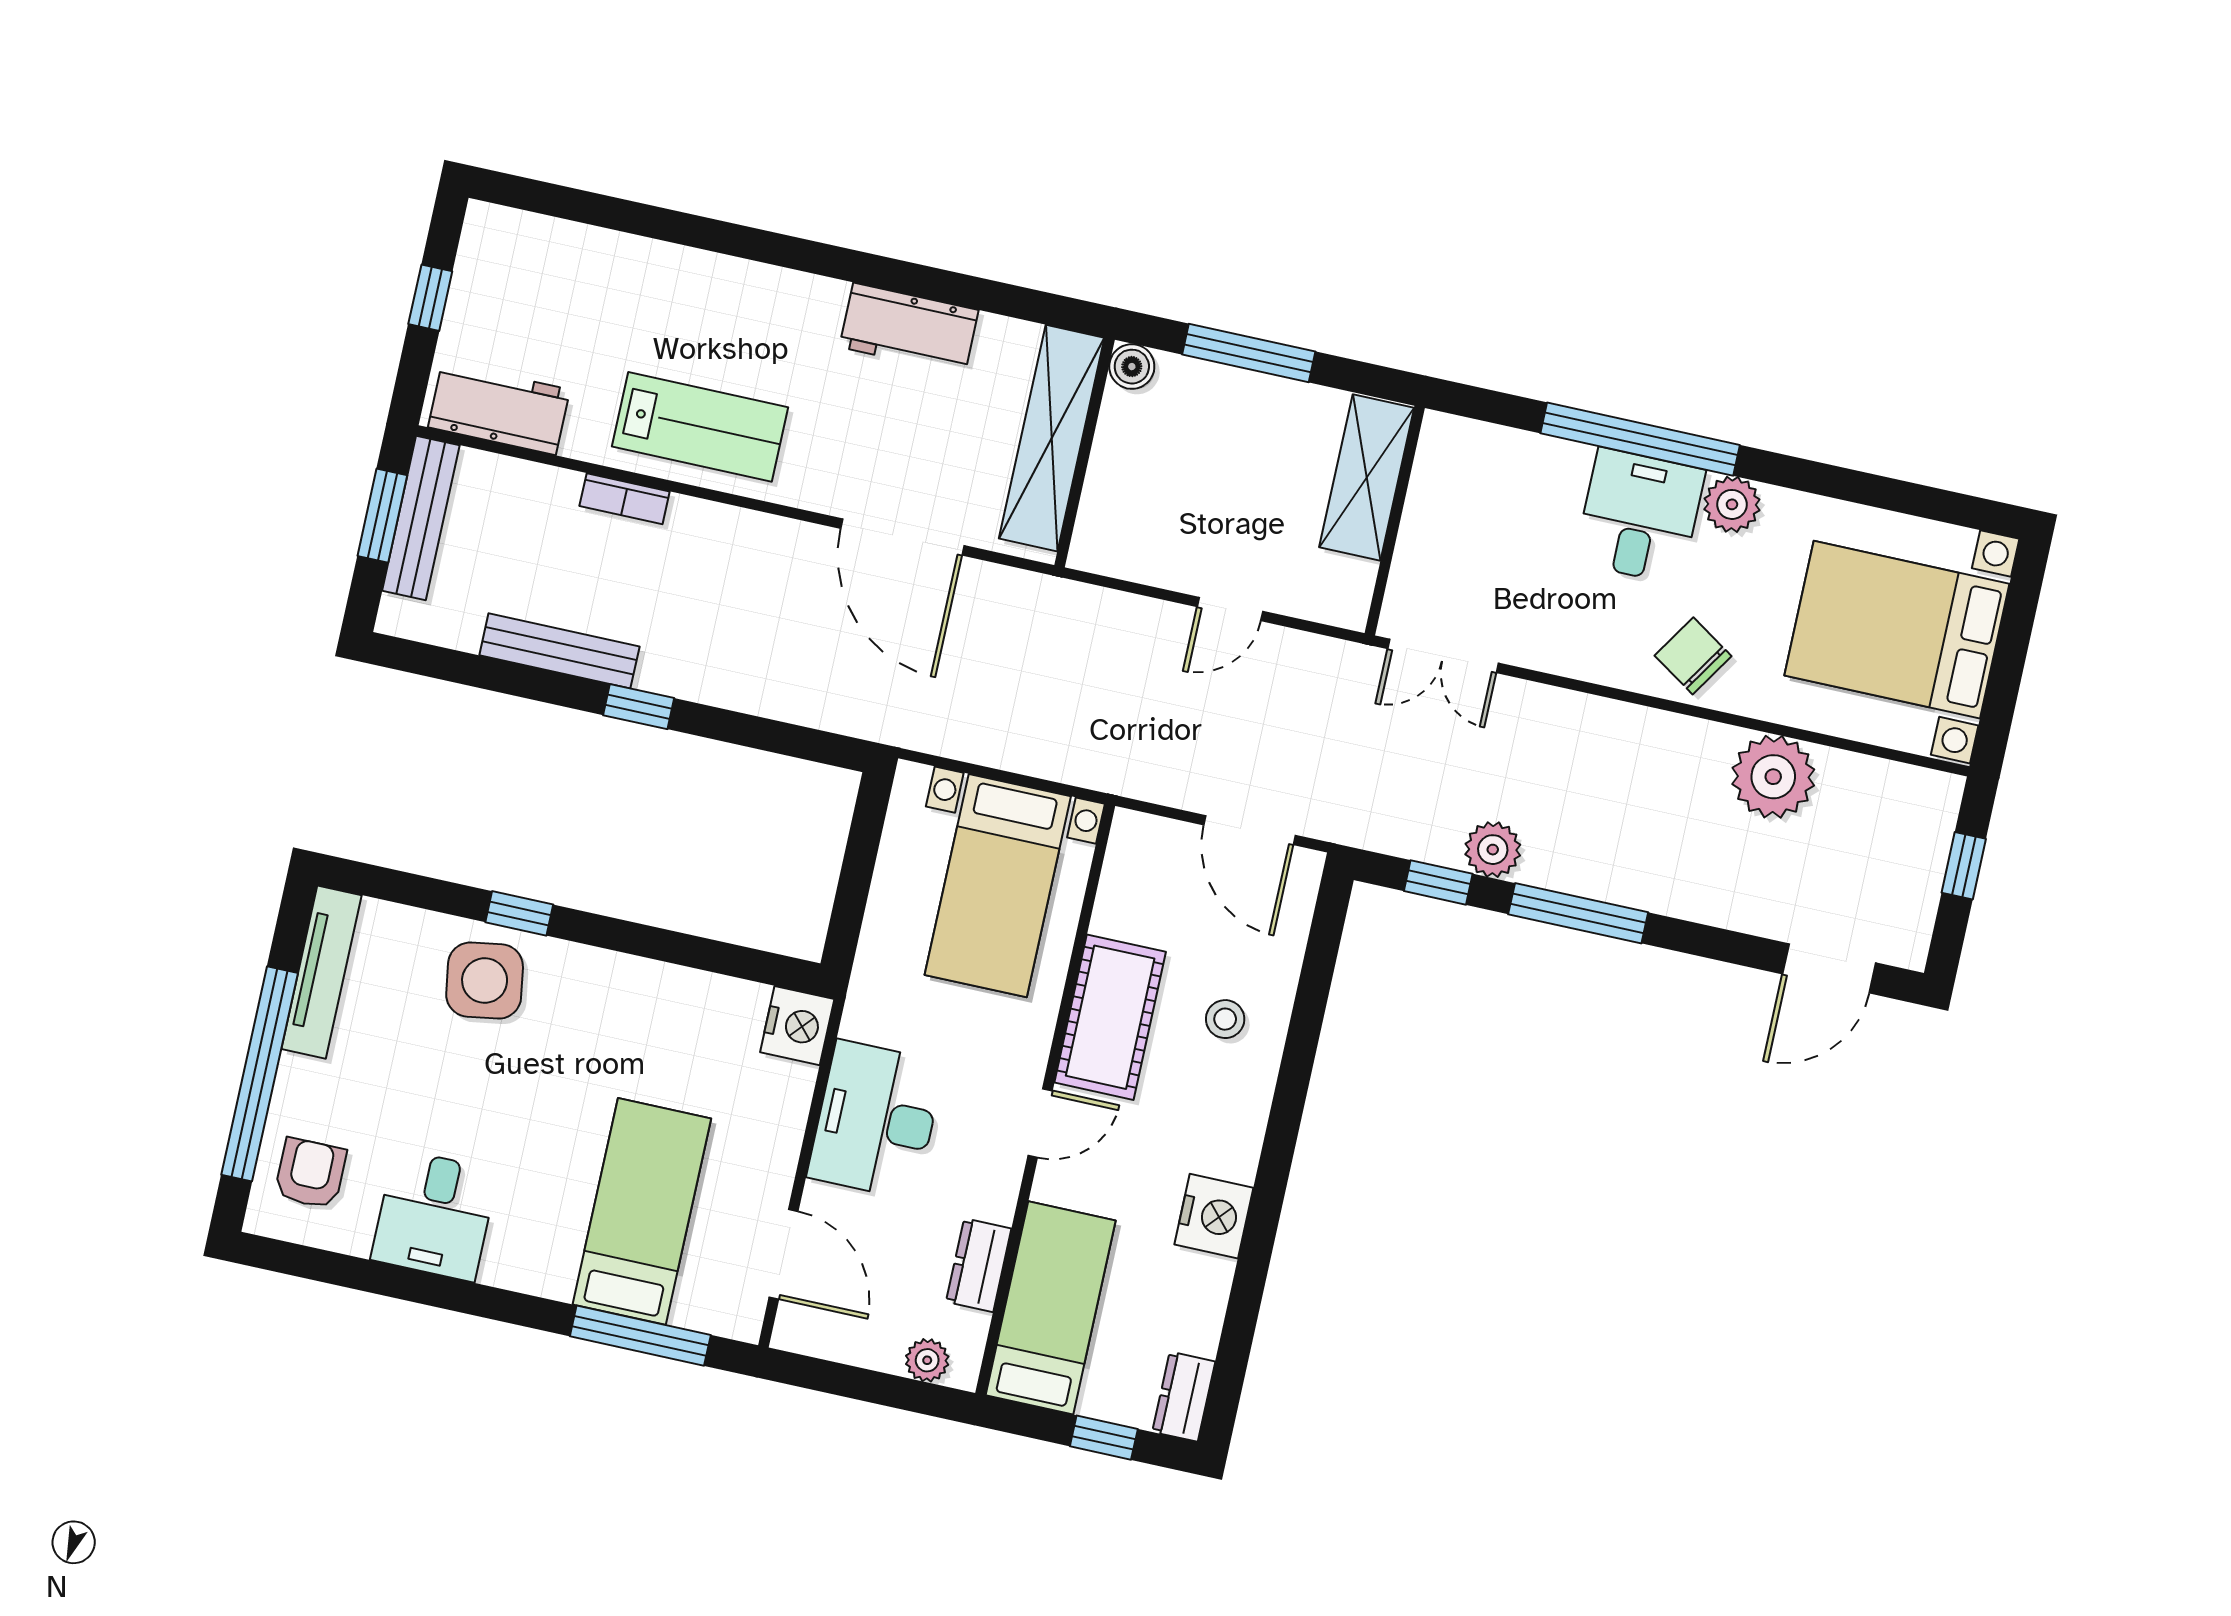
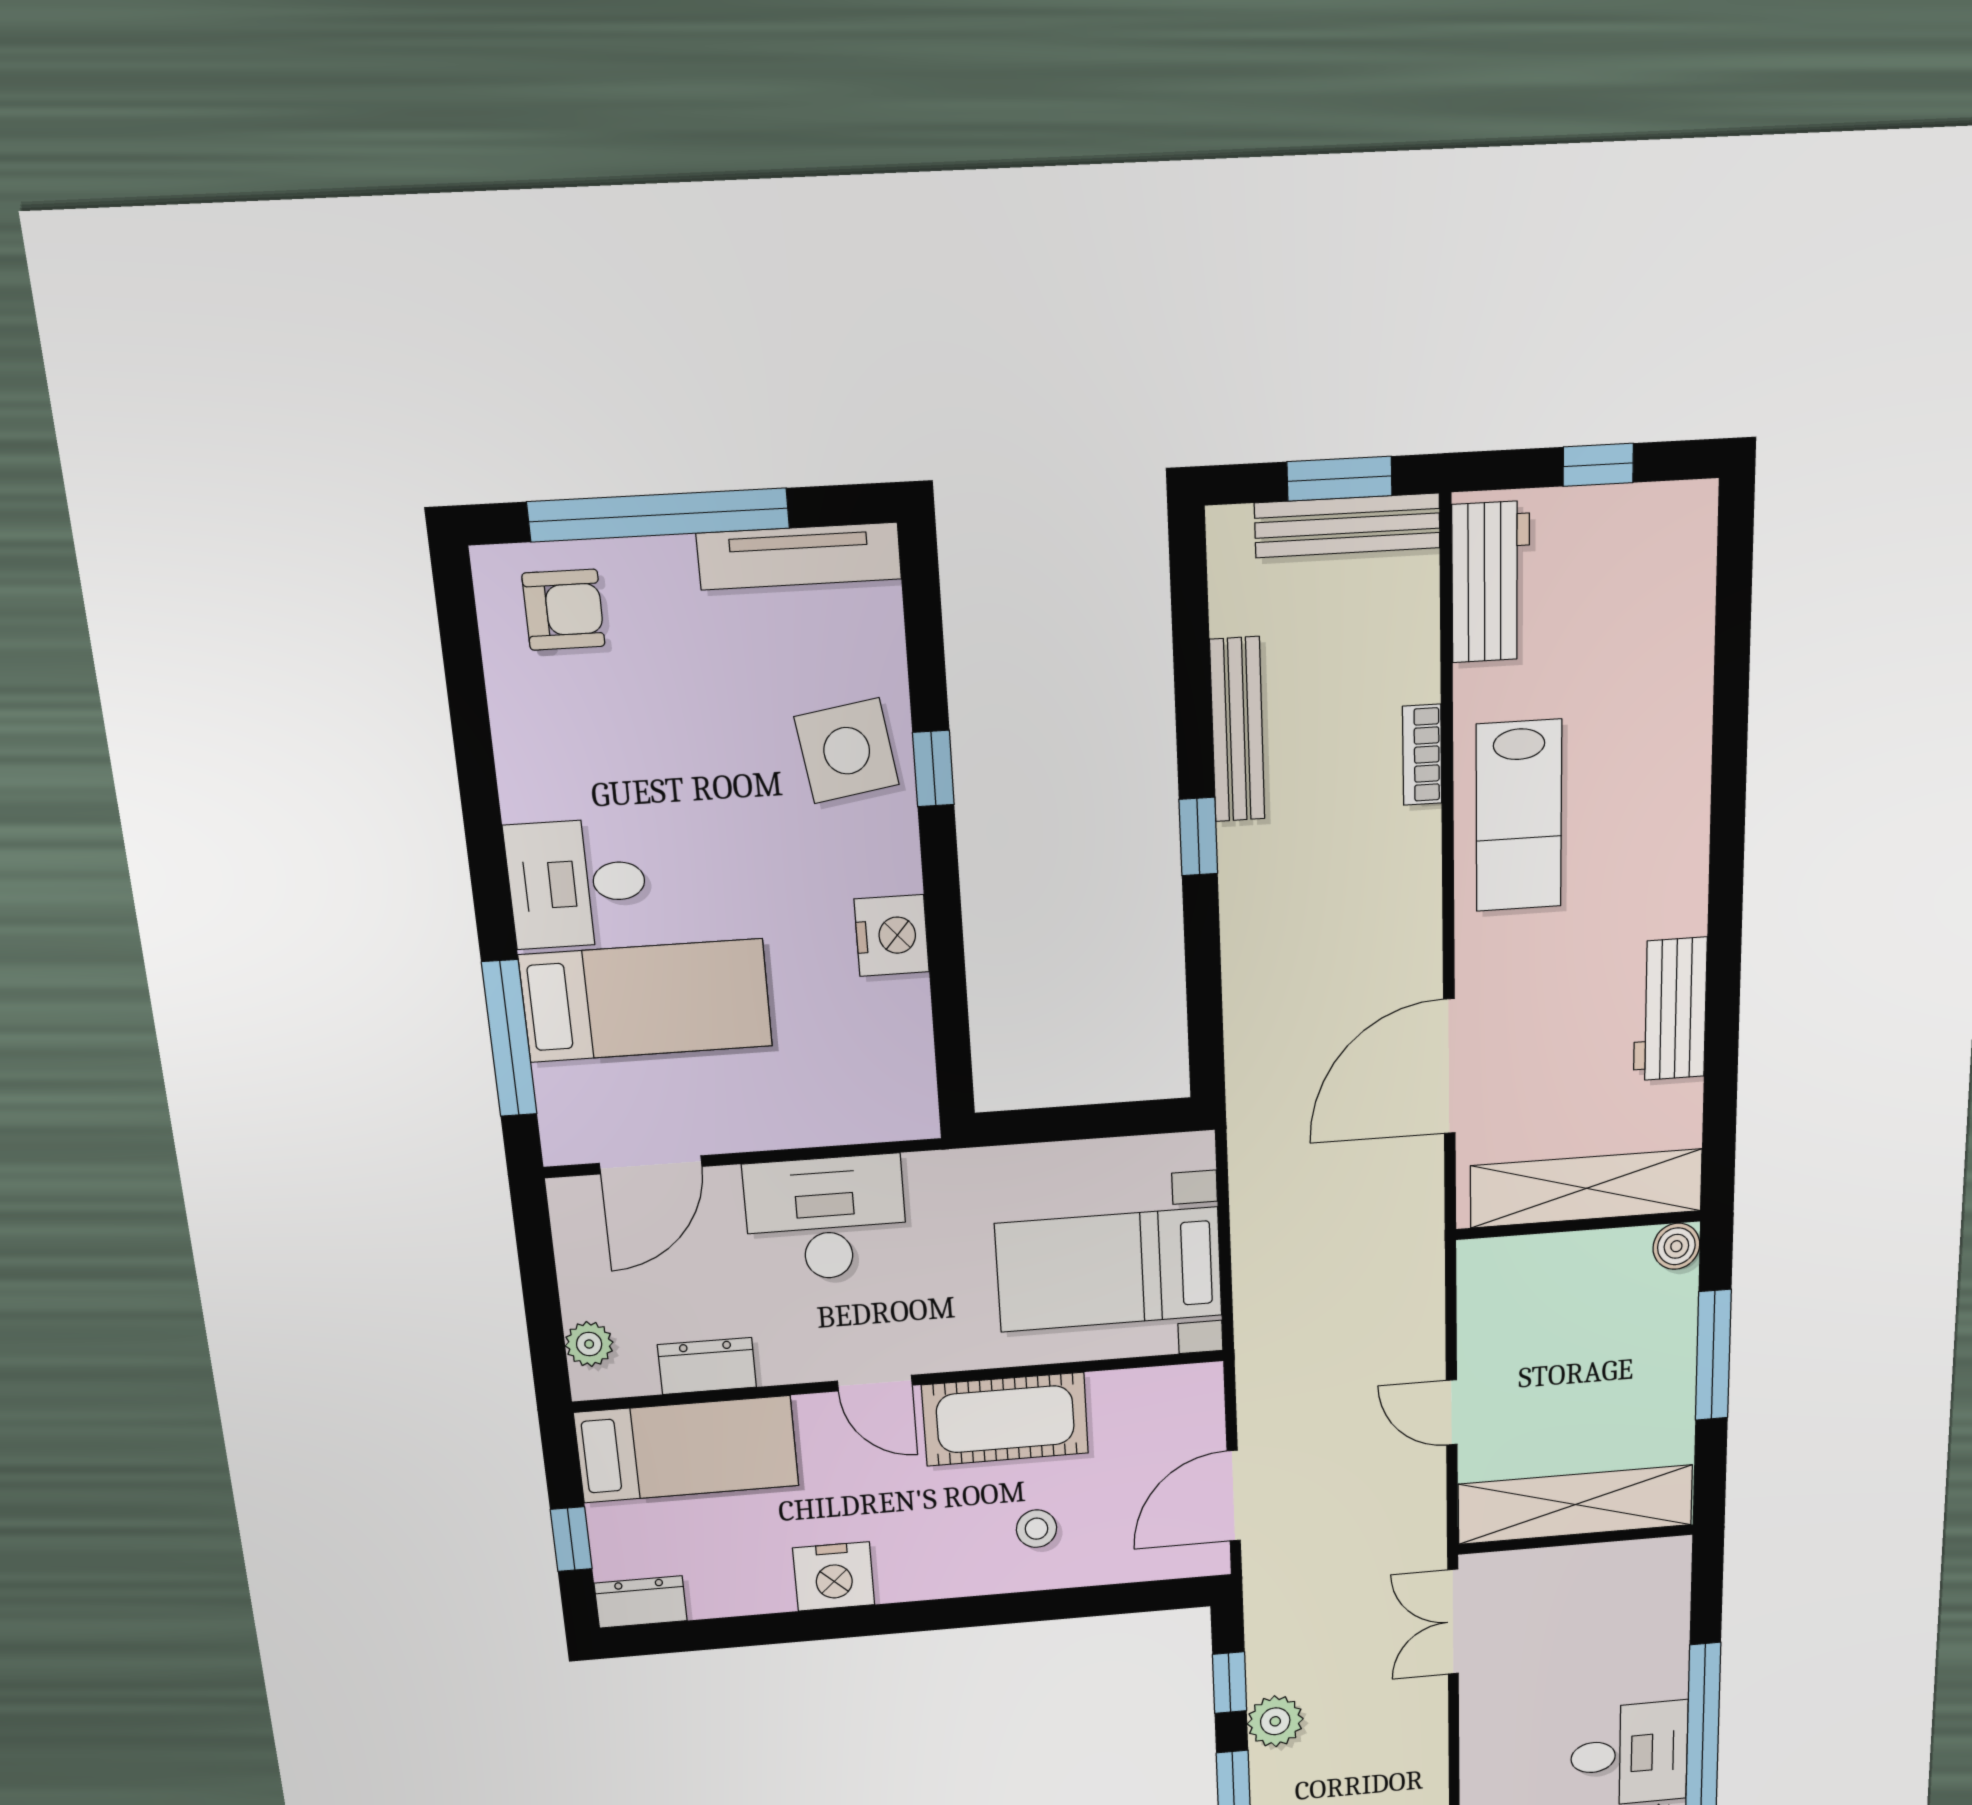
shelving: (1367, 477) -> (1575, 1505), width x1.47
nightstand: (797, 1026) -> (892, 935), moved, turned -90
desk: (434, 1215) -> (577, 883), moved

